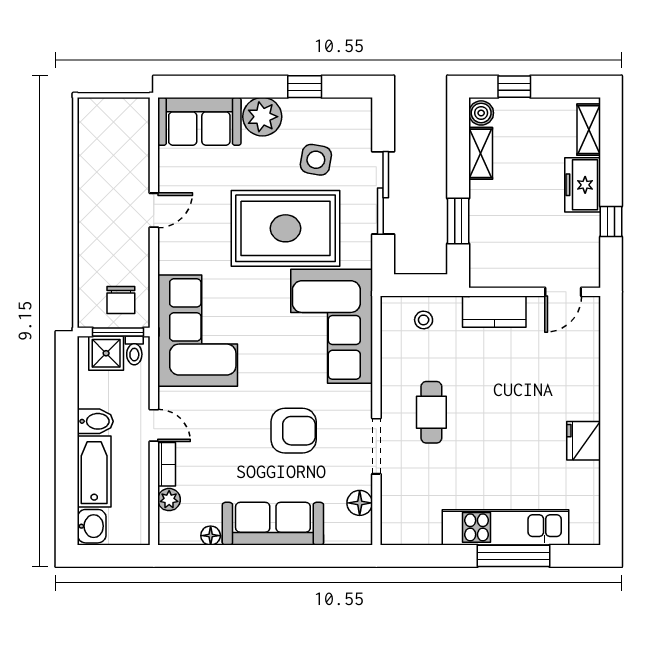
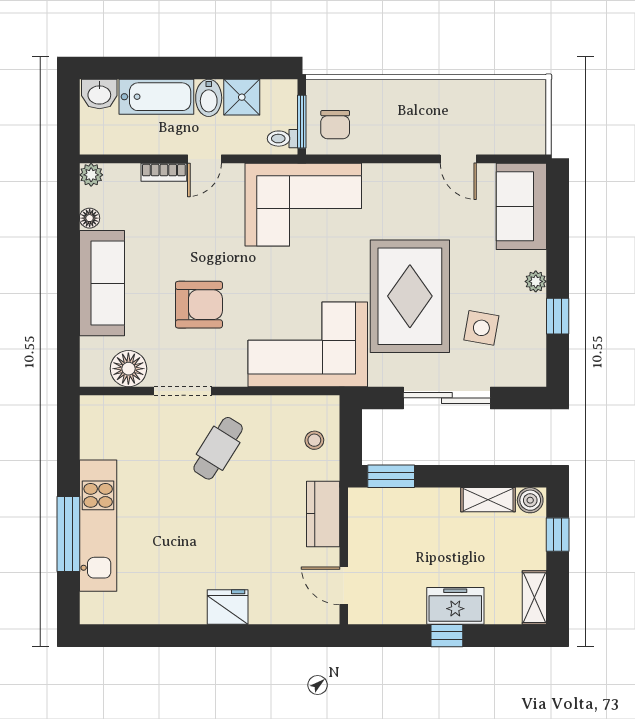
plant: (262, 117) -> (536, 281), width x0.53, depth x0.53
shelving: (589, 130) -> (534, 598), moved, turned 90
door: (154, 210) -> (458, 159), moved
window: (458, 221) -> (391, 476), moved
window: (611, 221) -> (447, 636), moved
chair: (121, 300) -> (335, 125), turned -90
shower: (106, 353) -> (242, 97), moved
cafe table: (431, 412) -> (218, 448), turned -58
armchair: (294, 431) -> (199, 305), turned -90
fridge: (584, 441) -> (228, 607), moved
plant: (169, 500) -> (91, 175), moved
floor lamp: (360, 503) -> (128, 369), width x1.38, depth x1.38

